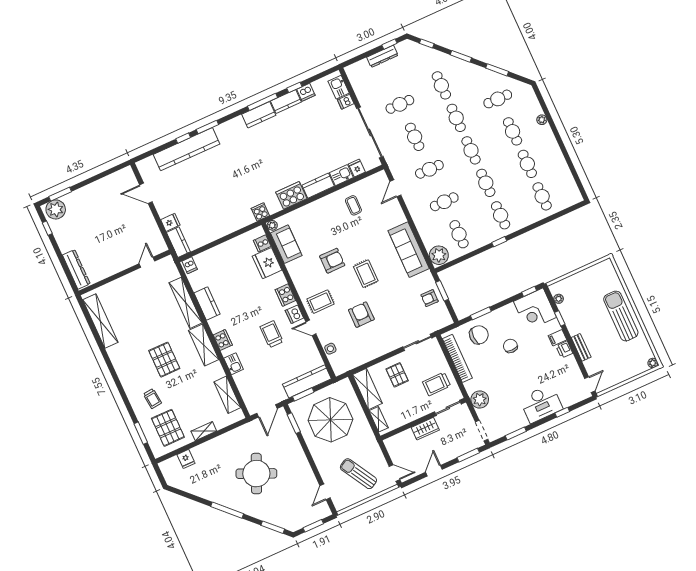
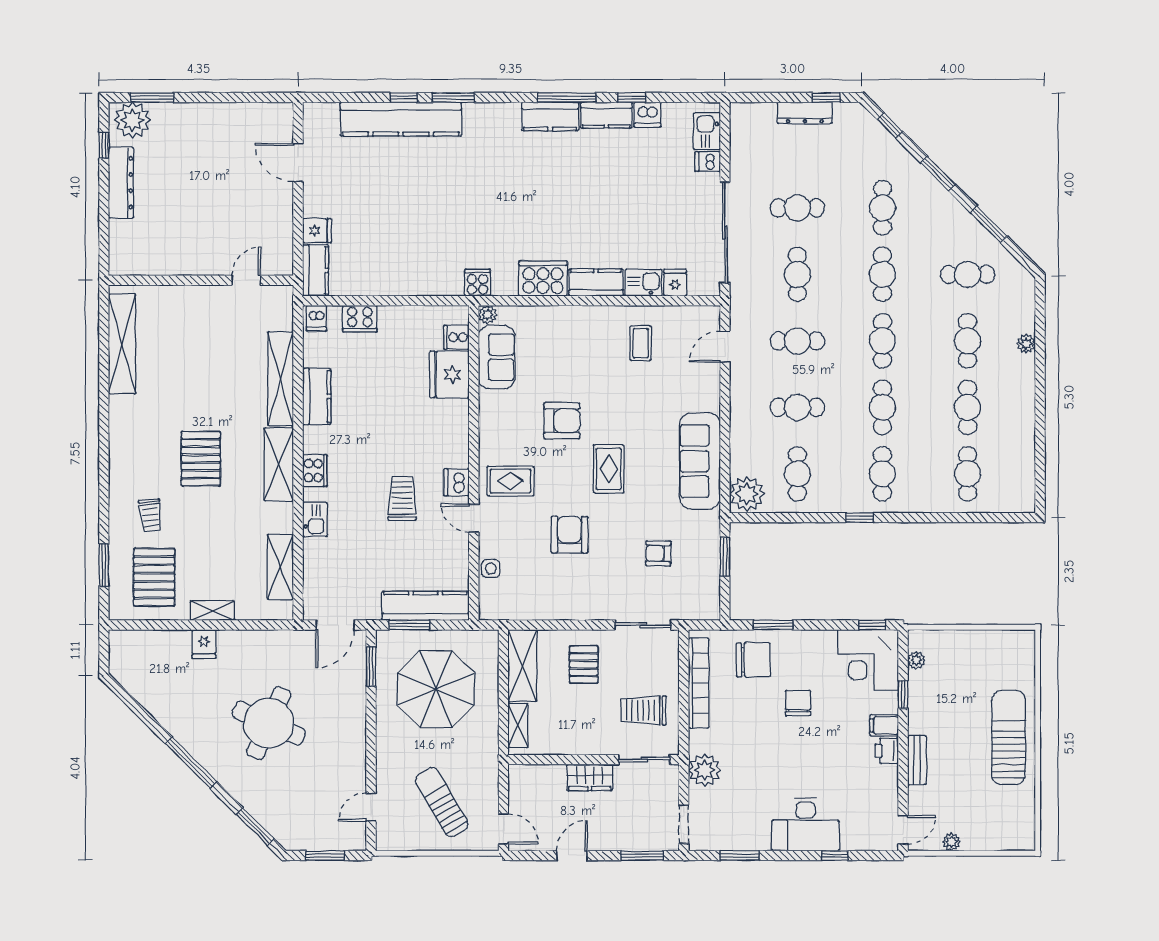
dresser: (76, 269) -> (121, 183), moved
cooker: (285, 295) -> (360, 319), moved, turned -90
armchair: (430, 298) -> (658, 553), moved
plant: (653, 363) -> (952, 842), moved
fridge: (186, 459) -> (204, 644), moved

